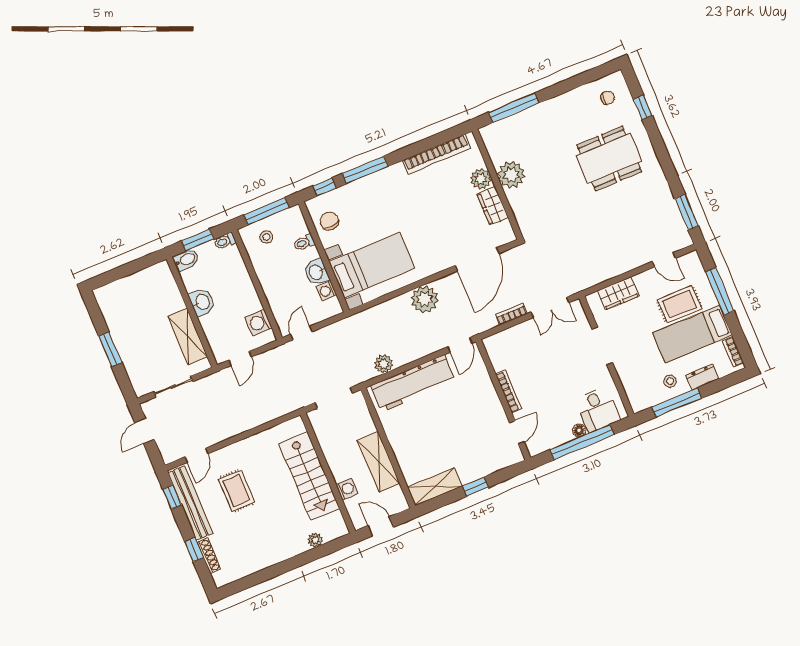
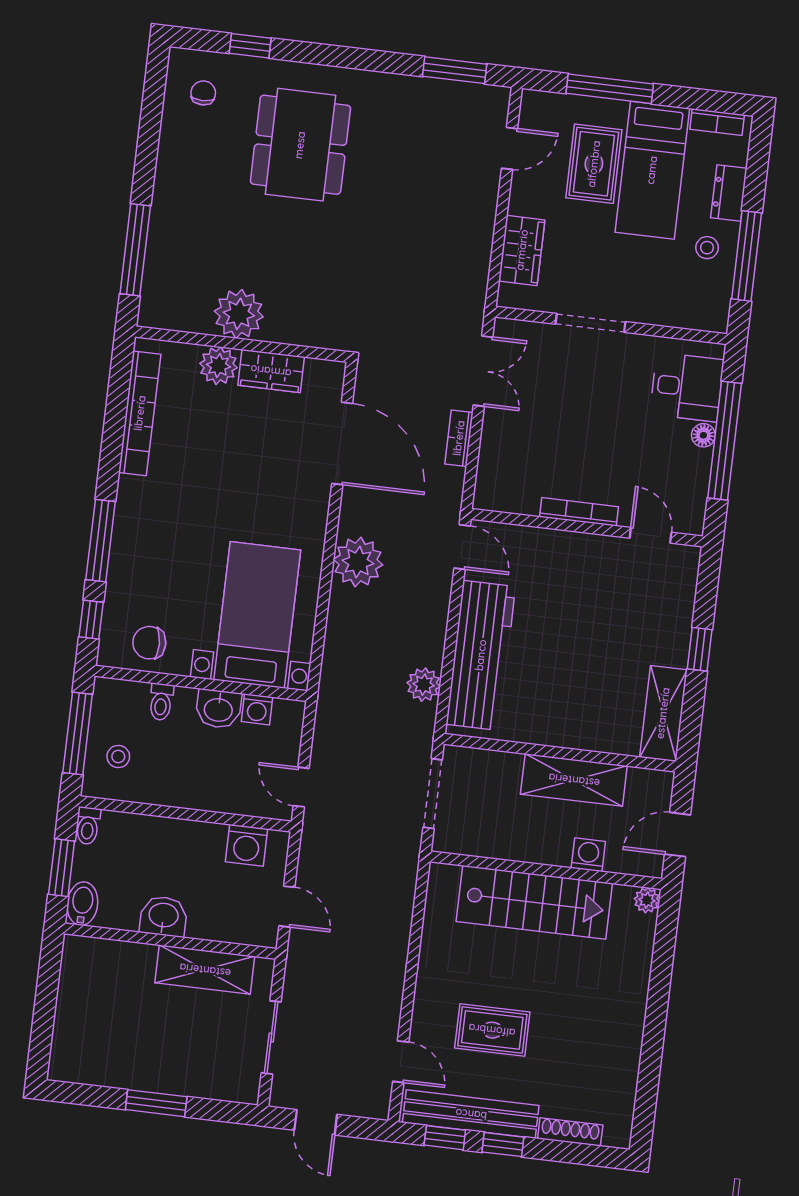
plant: (315, 540) -> (647, 900), moved
window: (194, 550) -> (503, 1145), moved

